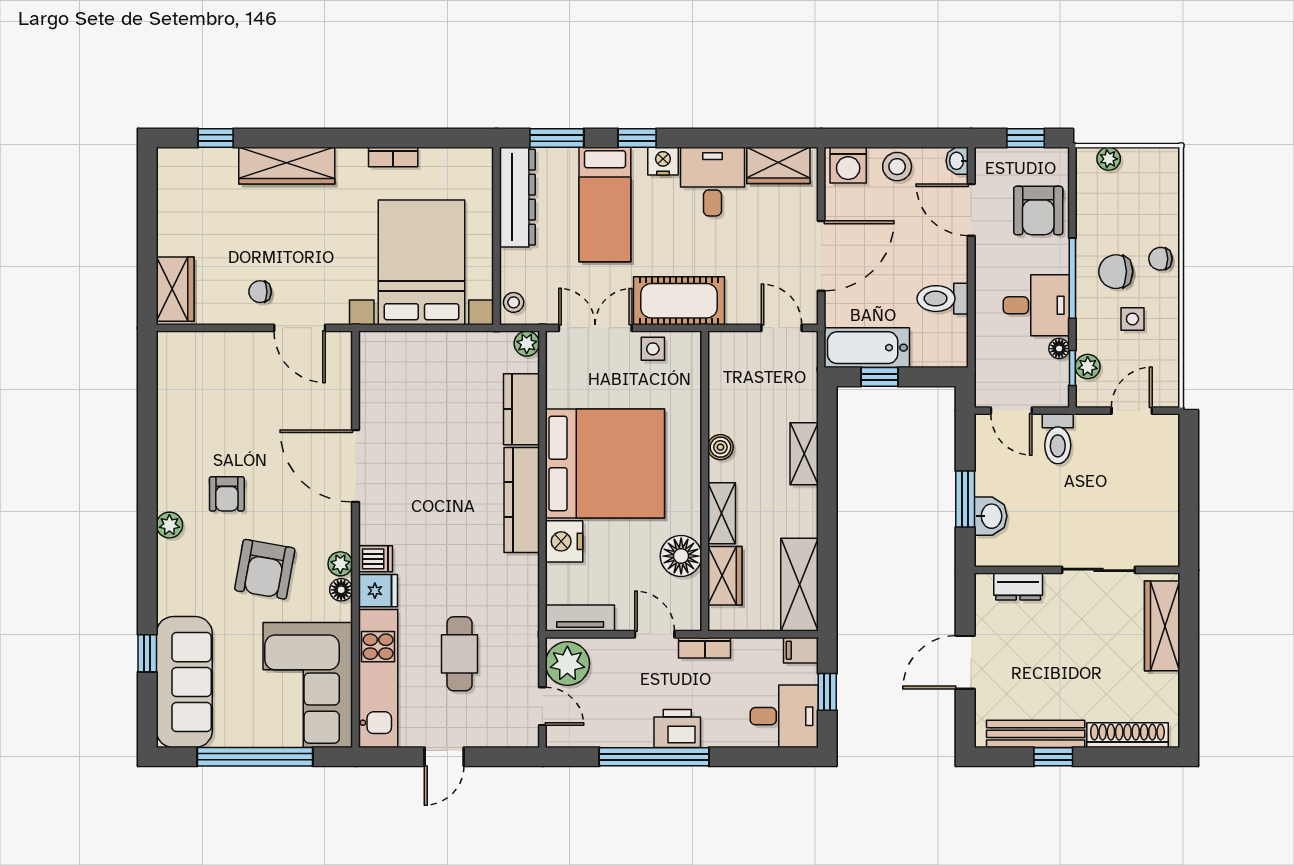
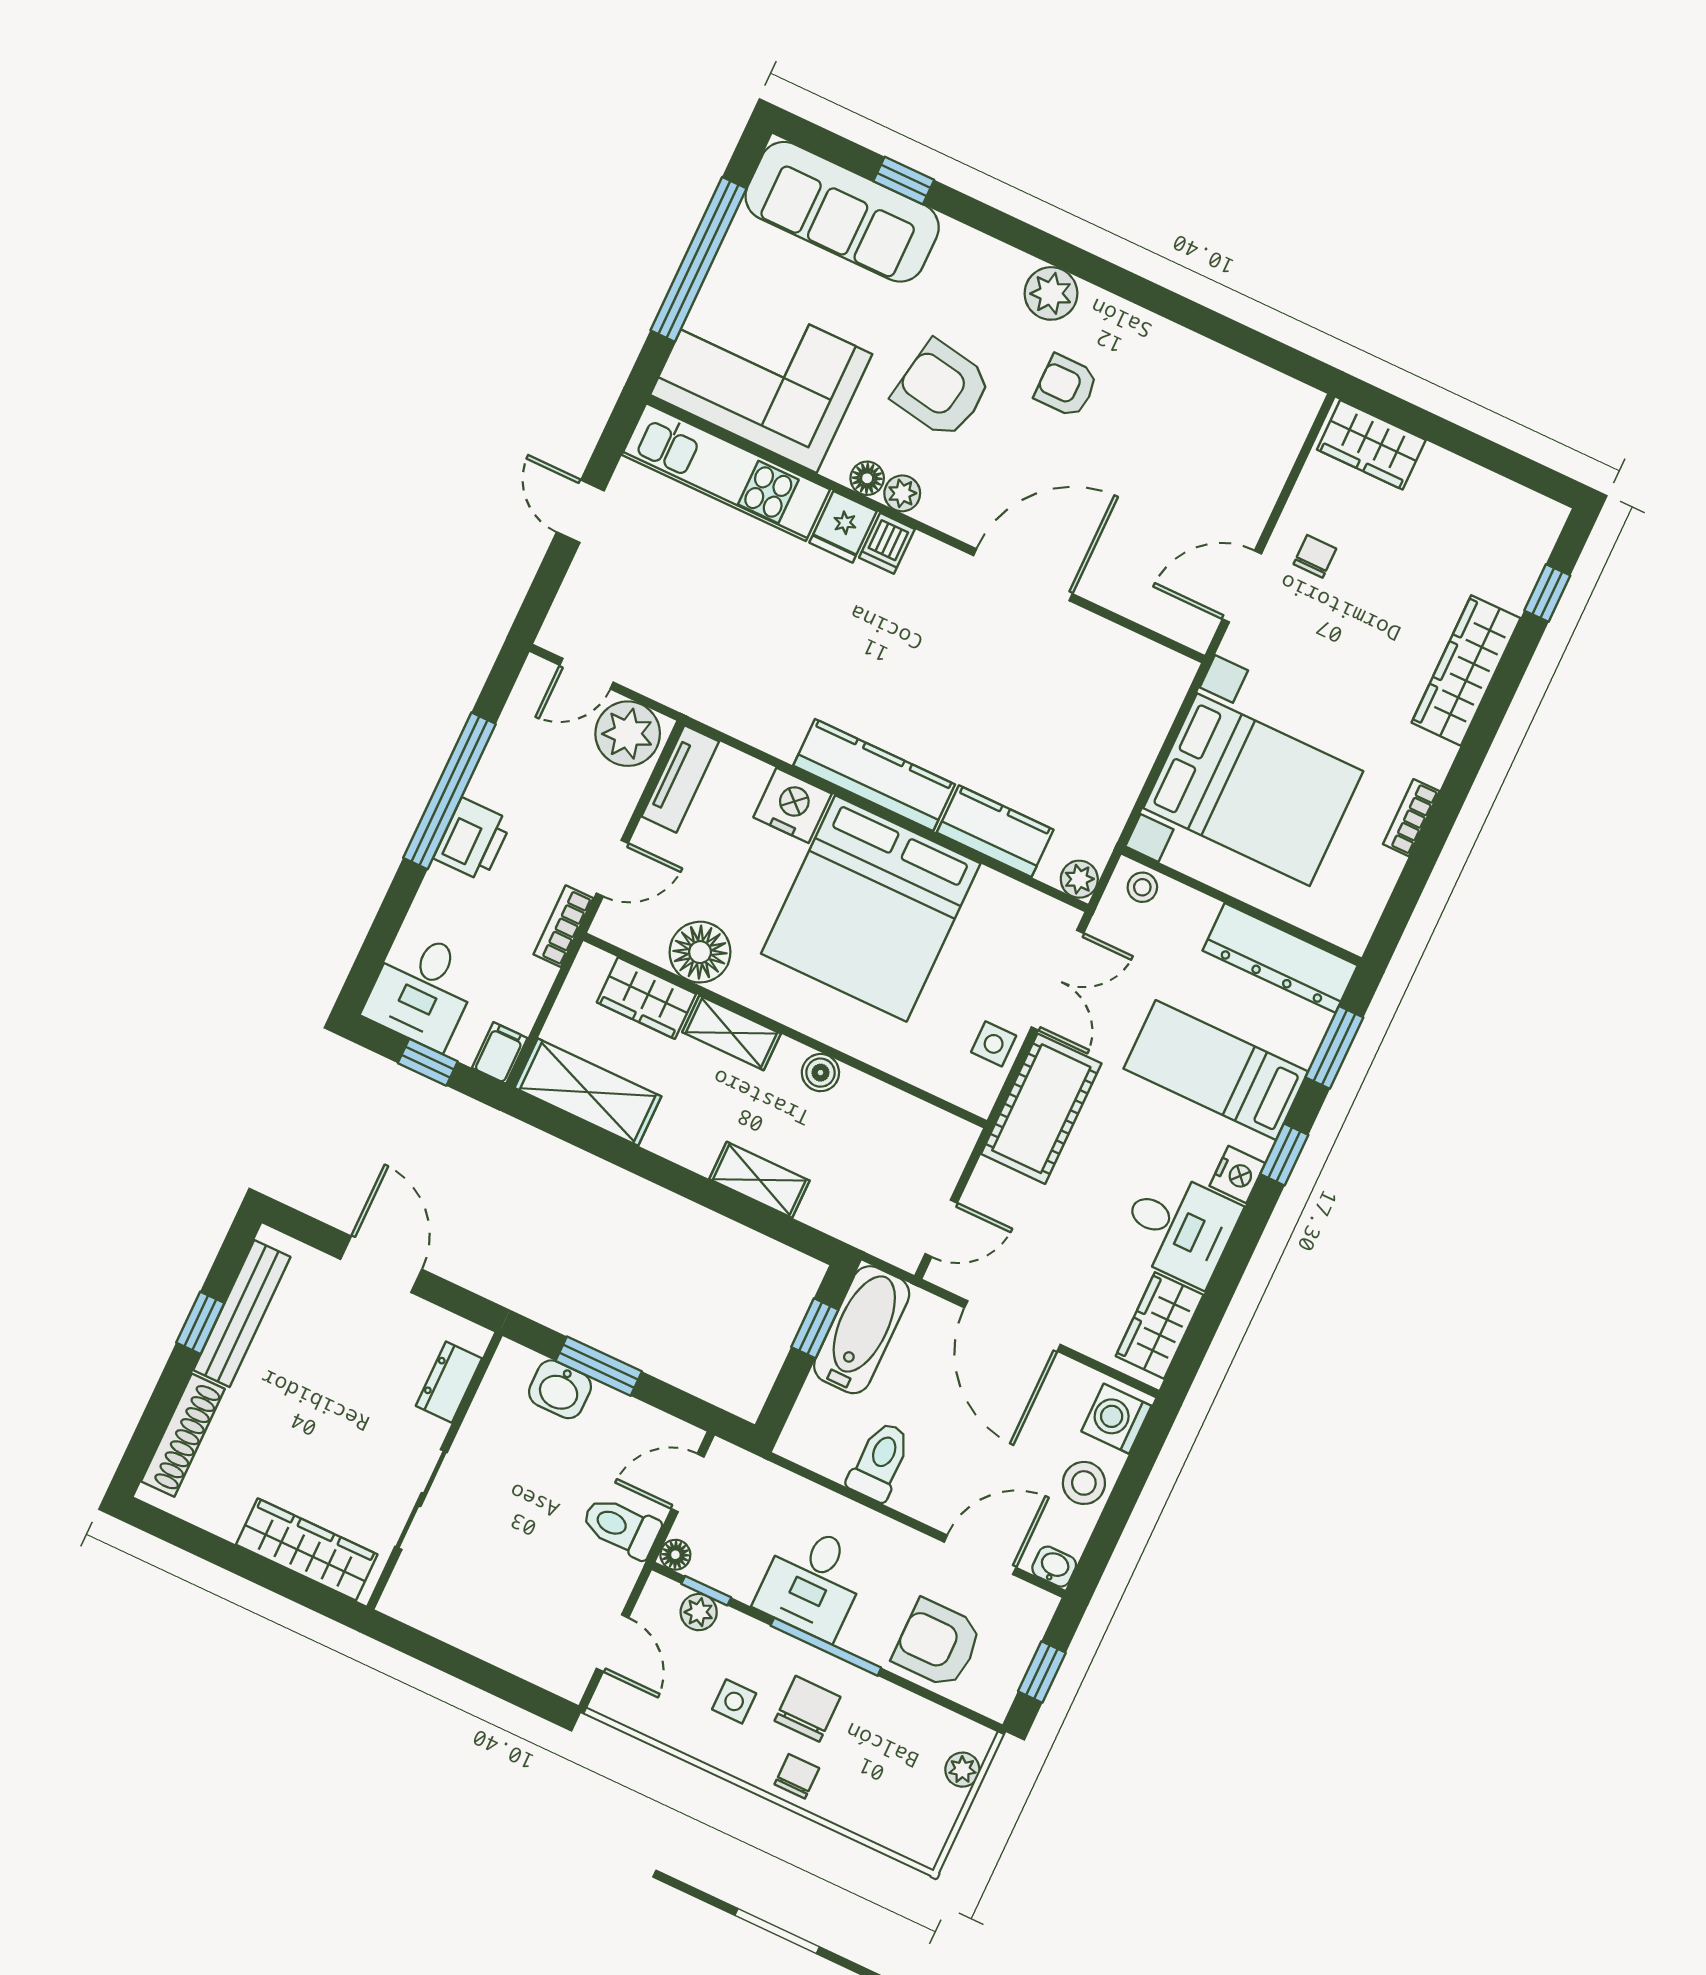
floor lamp: (1059, 349) -> (675, 1555), moved
plant: (169, 525) -> (1051, 293), width x1.38, depth x1.38
cafe table: (460, 654) -> (708, 596), removed

